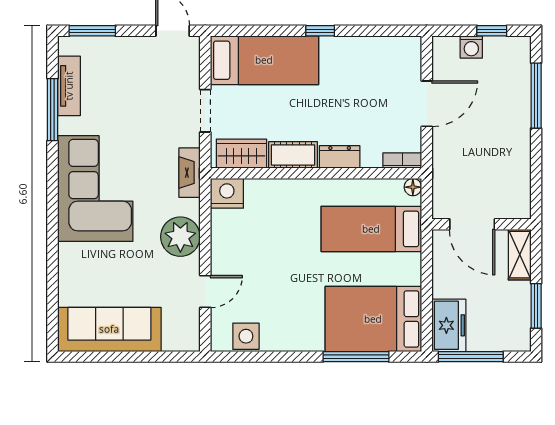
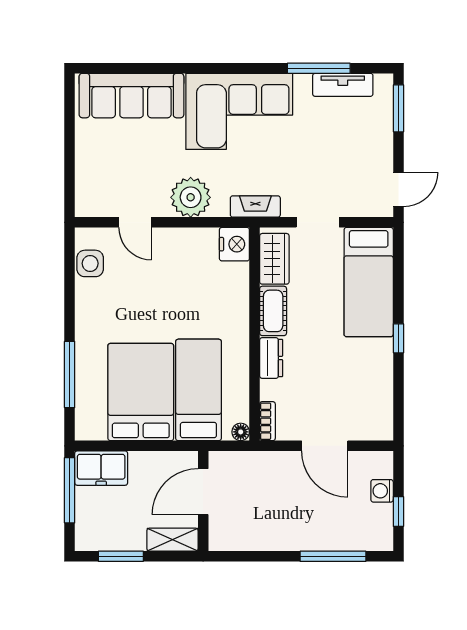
bed: (373, 319) -> (141, 392), moved
sofa: (109, 329) -> (131, 96), moved, turned 90

